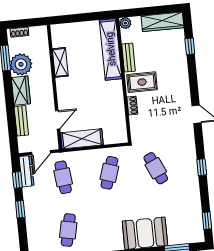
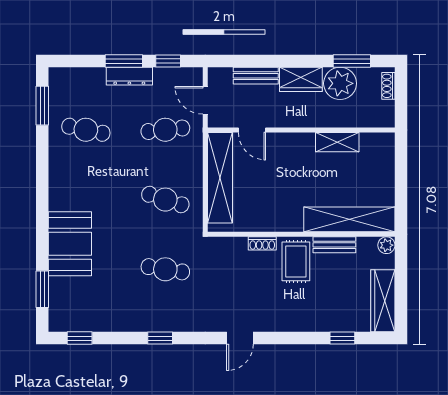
shelving: (82, 139) -> (220, 178), width x1.47
cafe table: (156, 168) -> (165, 269), turned 33
dresser: (27, 171) -> (129, 76), moved
window: (20, 209) -> (124, 61), width x1.50

